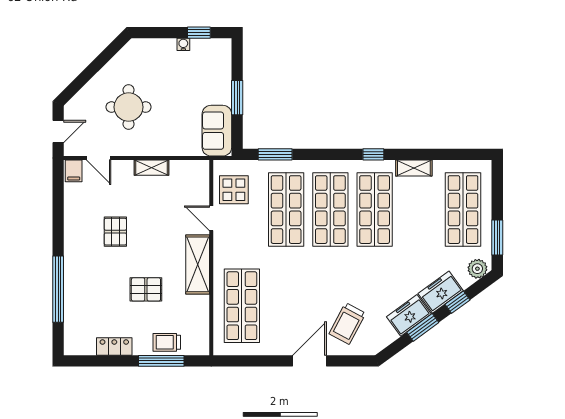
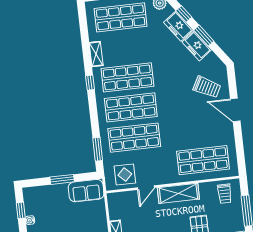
trolley: (167, 342) -> (225, 194), moved

